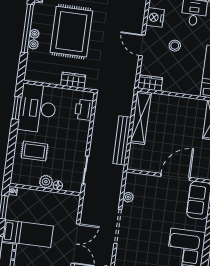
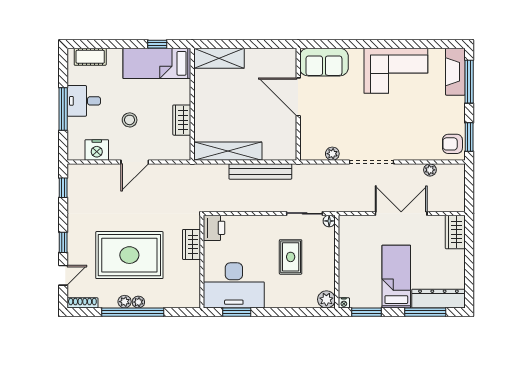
plant: (33, 44) -> (125, 302), moved
wardrobe: (150, 83) -> (182, 120), moved
printer: (84, 110) -> (214, 228), moved, turned -90
rug: (34, 151) -> (291, 257), moved
plant: (46, 182) -> (326, 299), moved
floor lamp: (58, 185) -> (329, 221), moved

